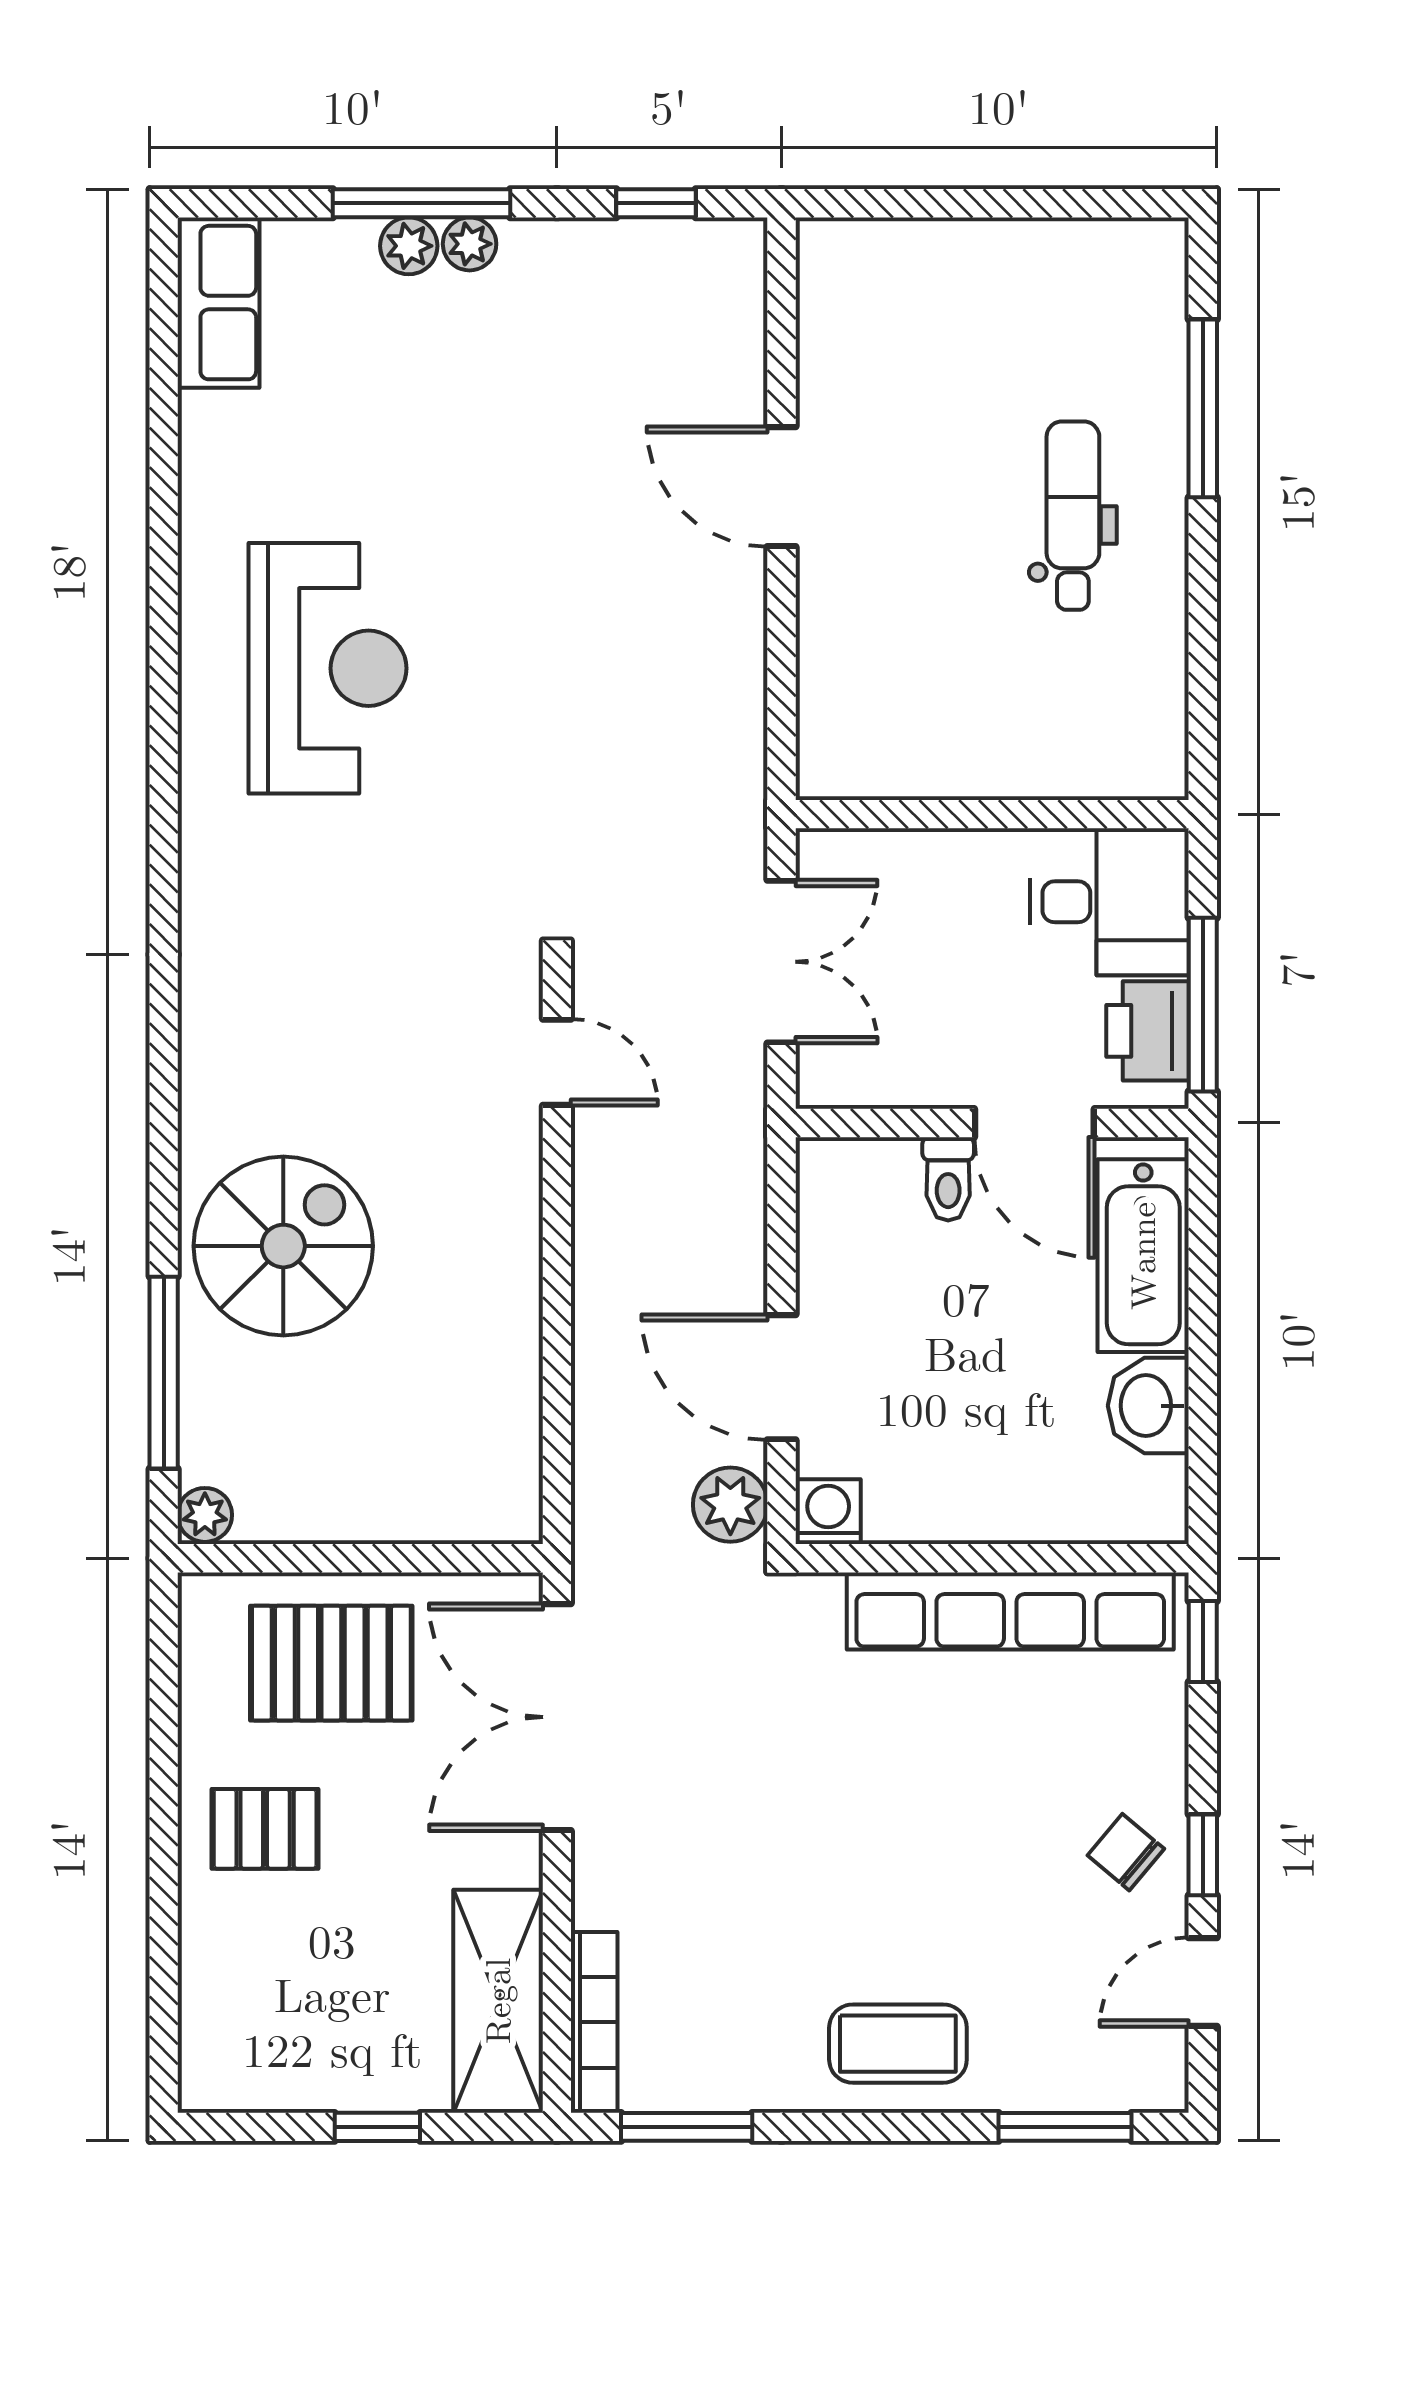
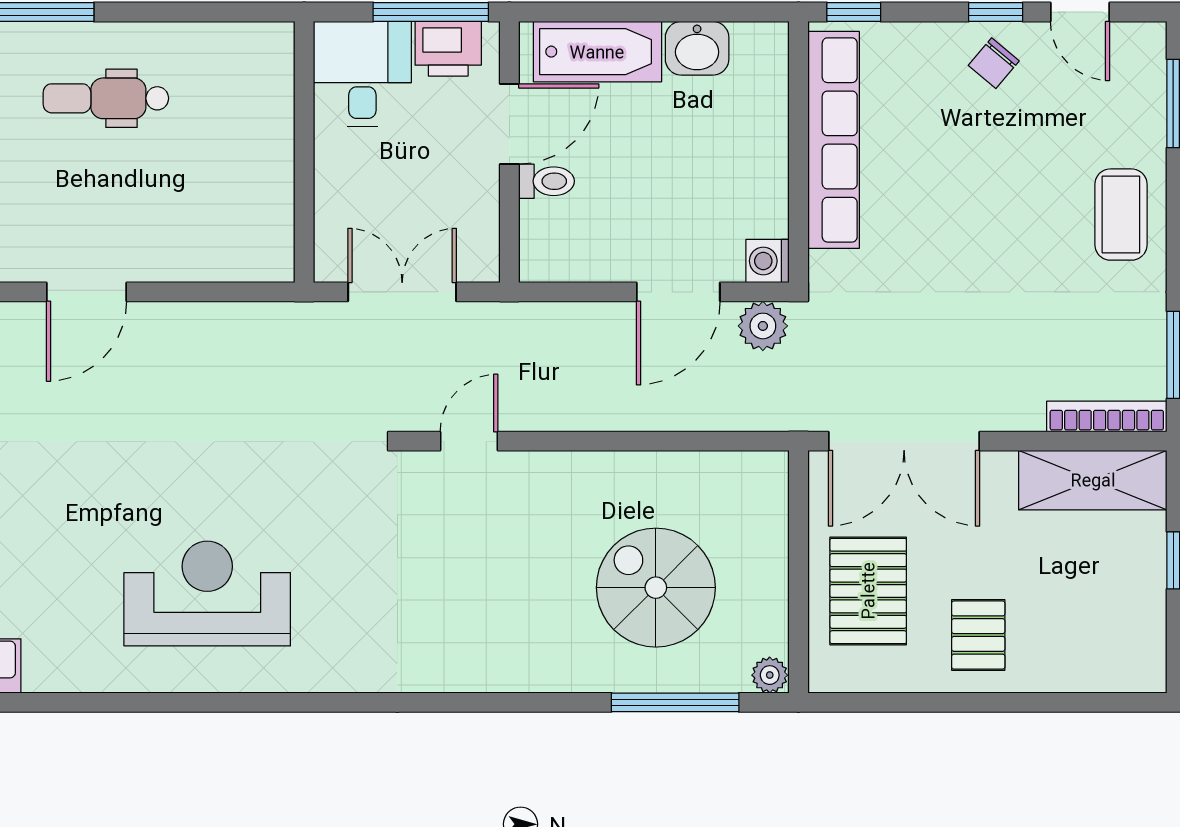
spiral stairs: (283, 1246) -> (656, 588), moved

